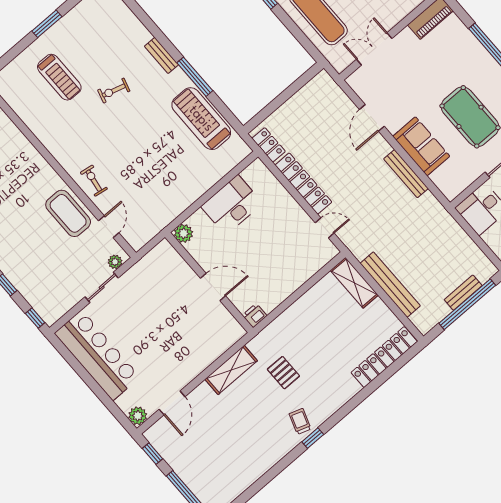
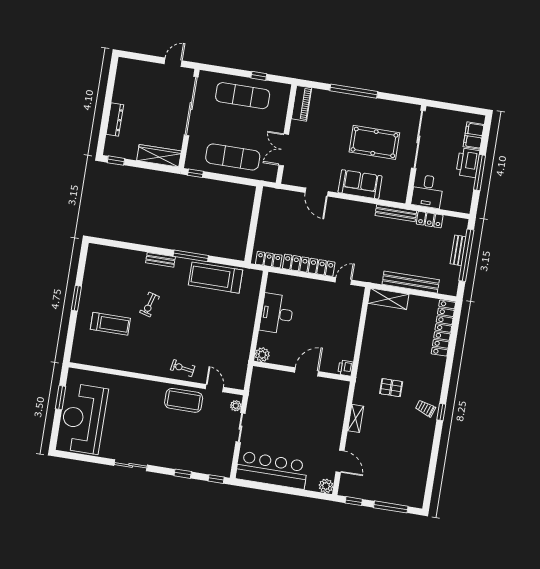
bench: (406, 174) -> (396, 213), moved
locker: (461, 239) -> (430, 220), added
shelving: (231, 370) -> (356, 418), width x0.67, depth x0.75

